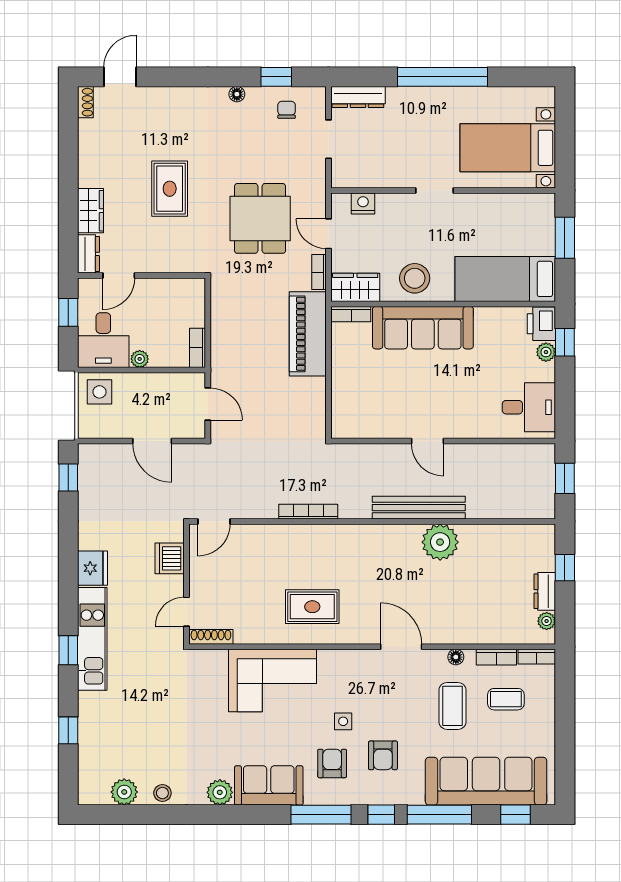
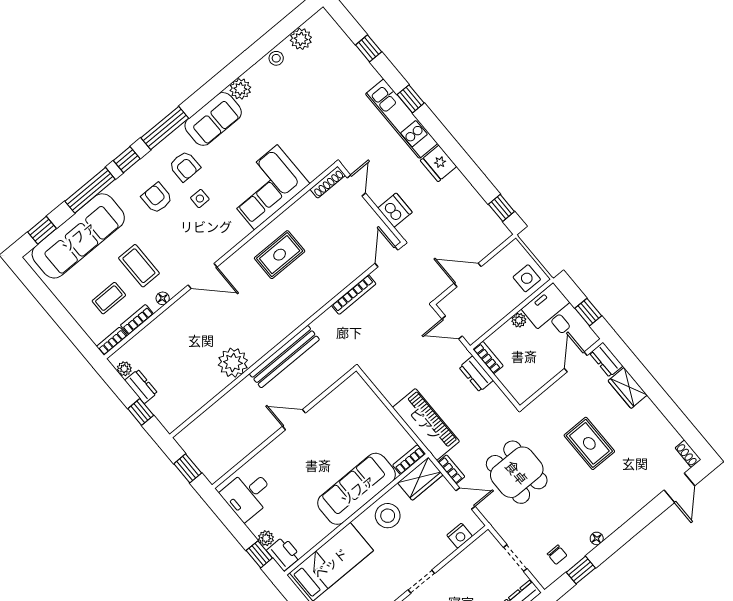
dresser: (221, 342) -> (476, 374), added
bench: (419, 508) -> (284, 357), moved
bookcase: (308, 512) -> (354, 295), moved

